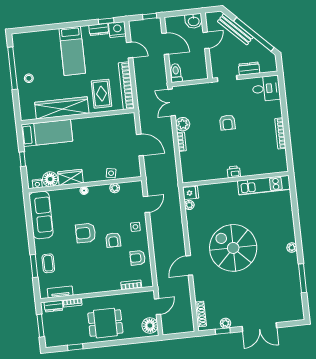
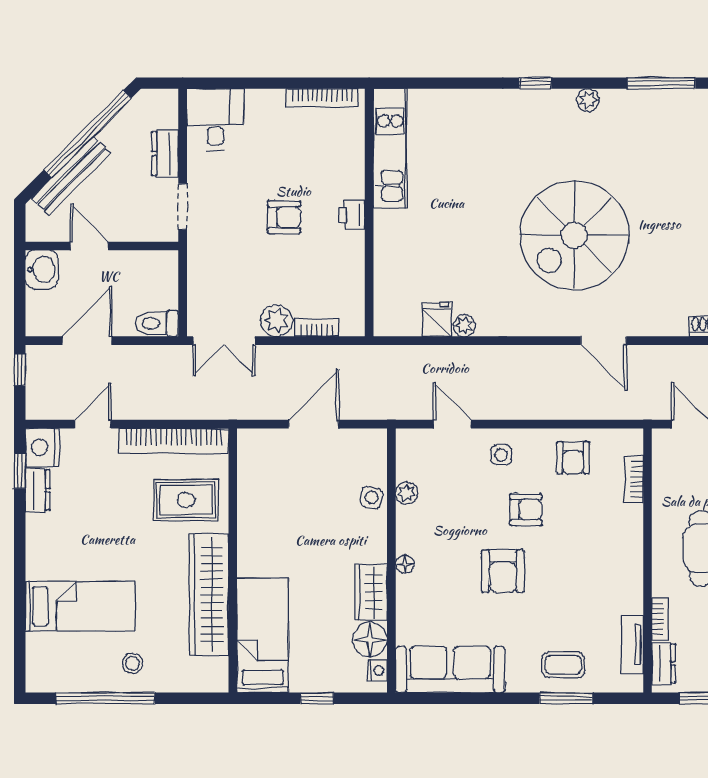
bed: (72, 51) -> (80, 606), moved
printer: (234, 172) -> (352, 215), moved
wall: (236, 179) -> (369, 213), moved
kitchen unit: (264, 185) -> (390, 149), moved
window: (297, 224) -> (535, 83), added

